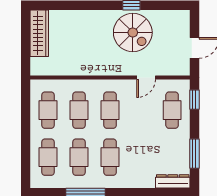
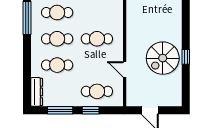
window: (194, 100) -> (91, 110), moved
cafe table: (79, 110) -> (57, 65), moved

